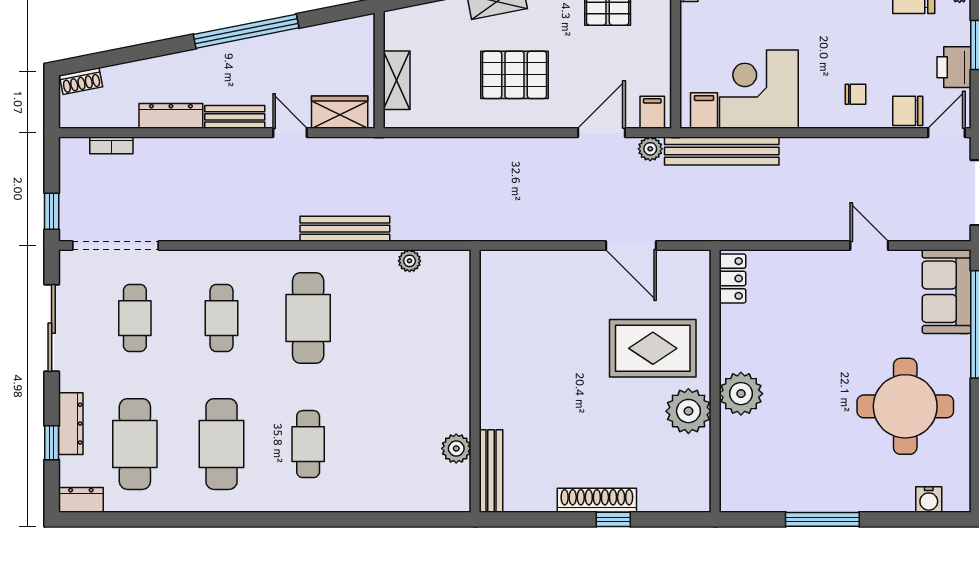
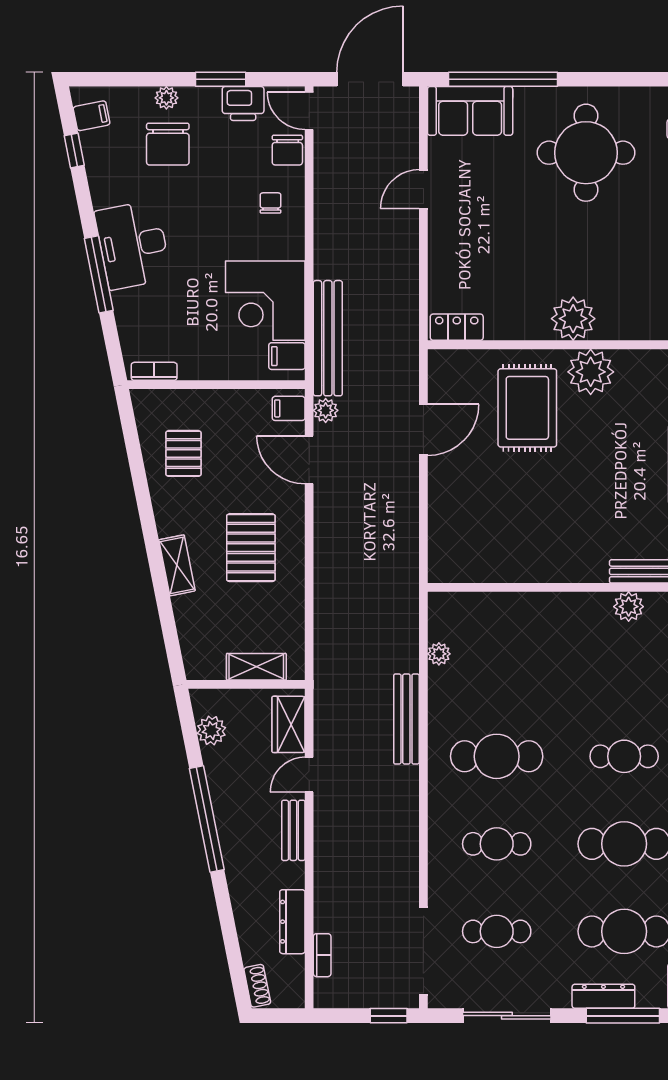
plant: (334, 36) -> (211, 730), added
dresser: (171, 116) -> (292, 922), moved
window: (52, 443) -> (623, 1016), width x2.17

